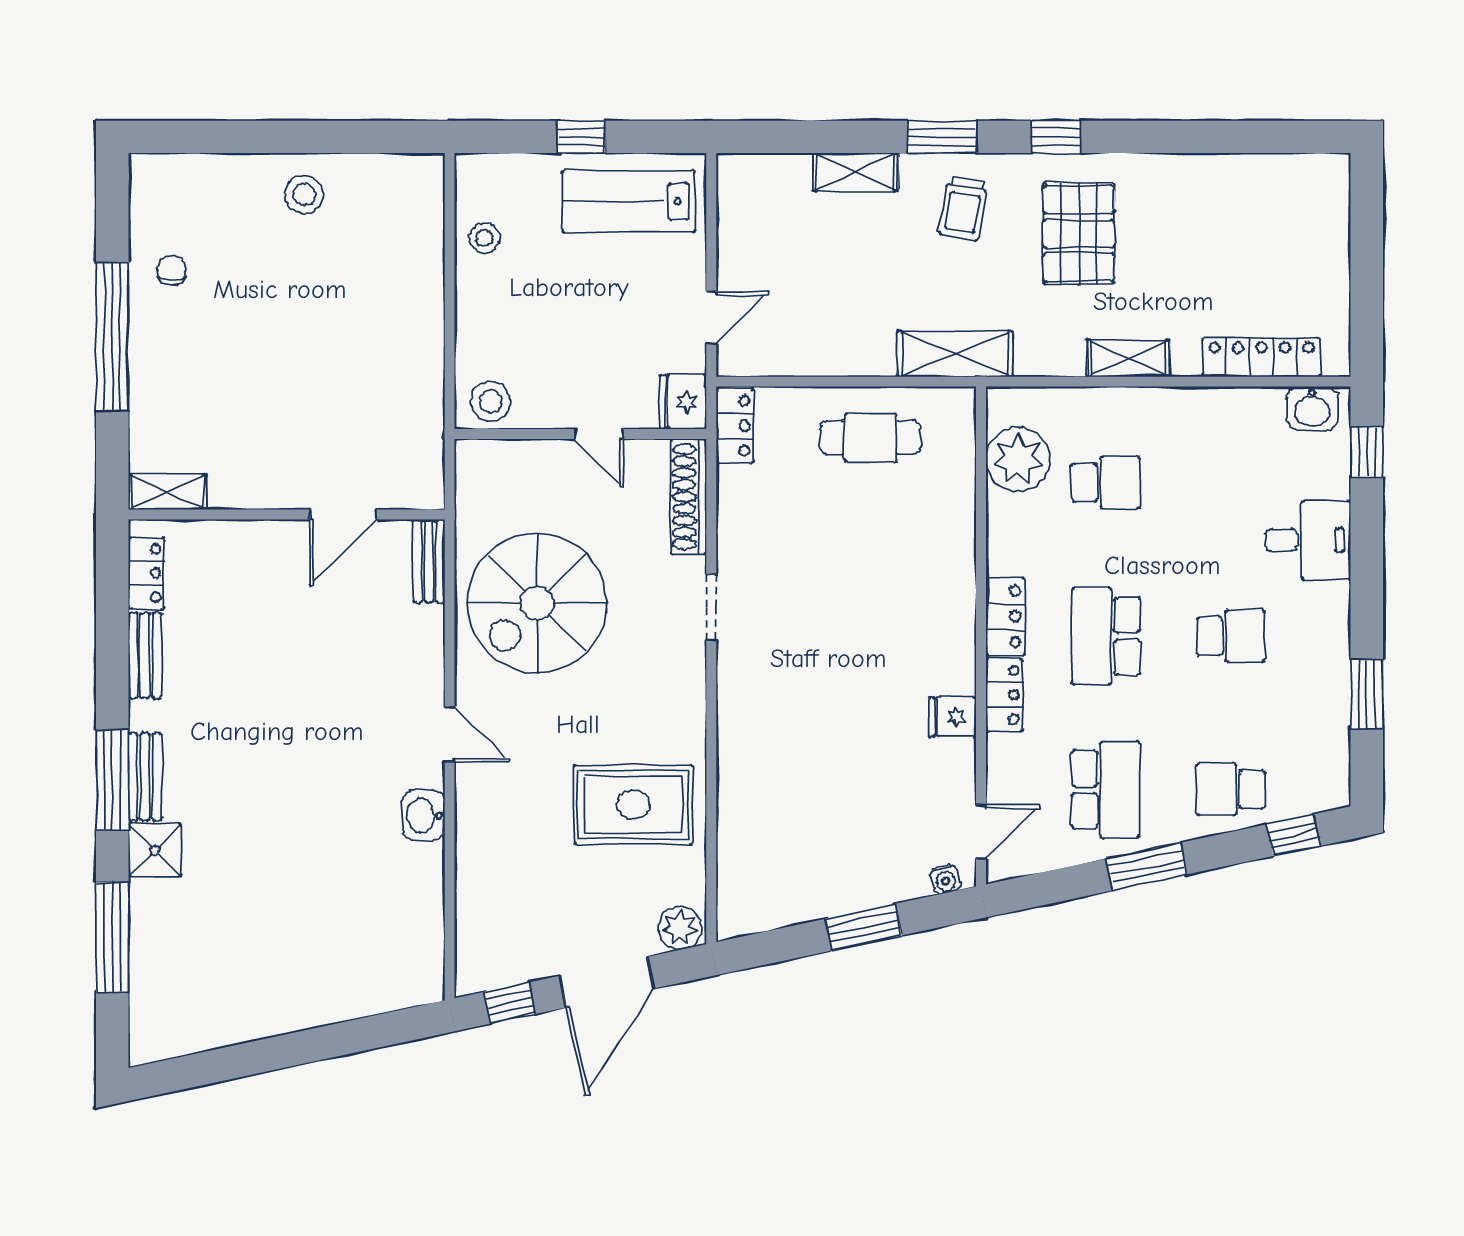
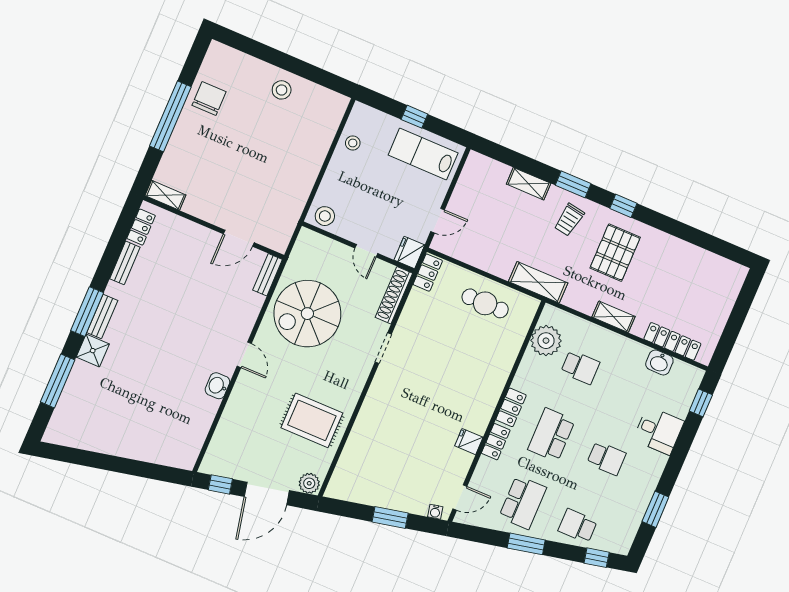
chair: (172, 270) -> (209, 99), width x1.87, depth x1.87
washbasin: (1312, 408) -> (659, 362), moved

